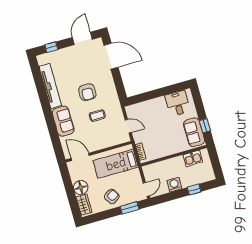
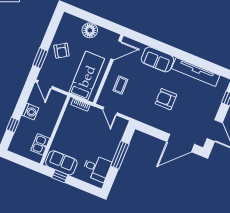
window: (155, 94) -> (120, 155), added
coffee table: (97, 116) -> (120, 85), moved
door: (128, 126) -> (110, 111), hinge flipped
wardrobe: (84, 205) -> (73, 22), removed

